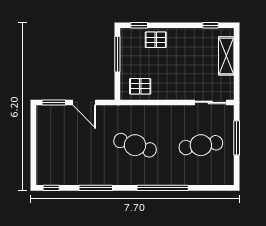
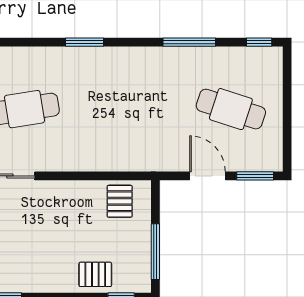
pallet: (140, 86) -> (120, 201), turned 90
cafe table: (135, 145) -> (231, 109), moved
window: (163, 188) -> (84, 42), width x0.47

